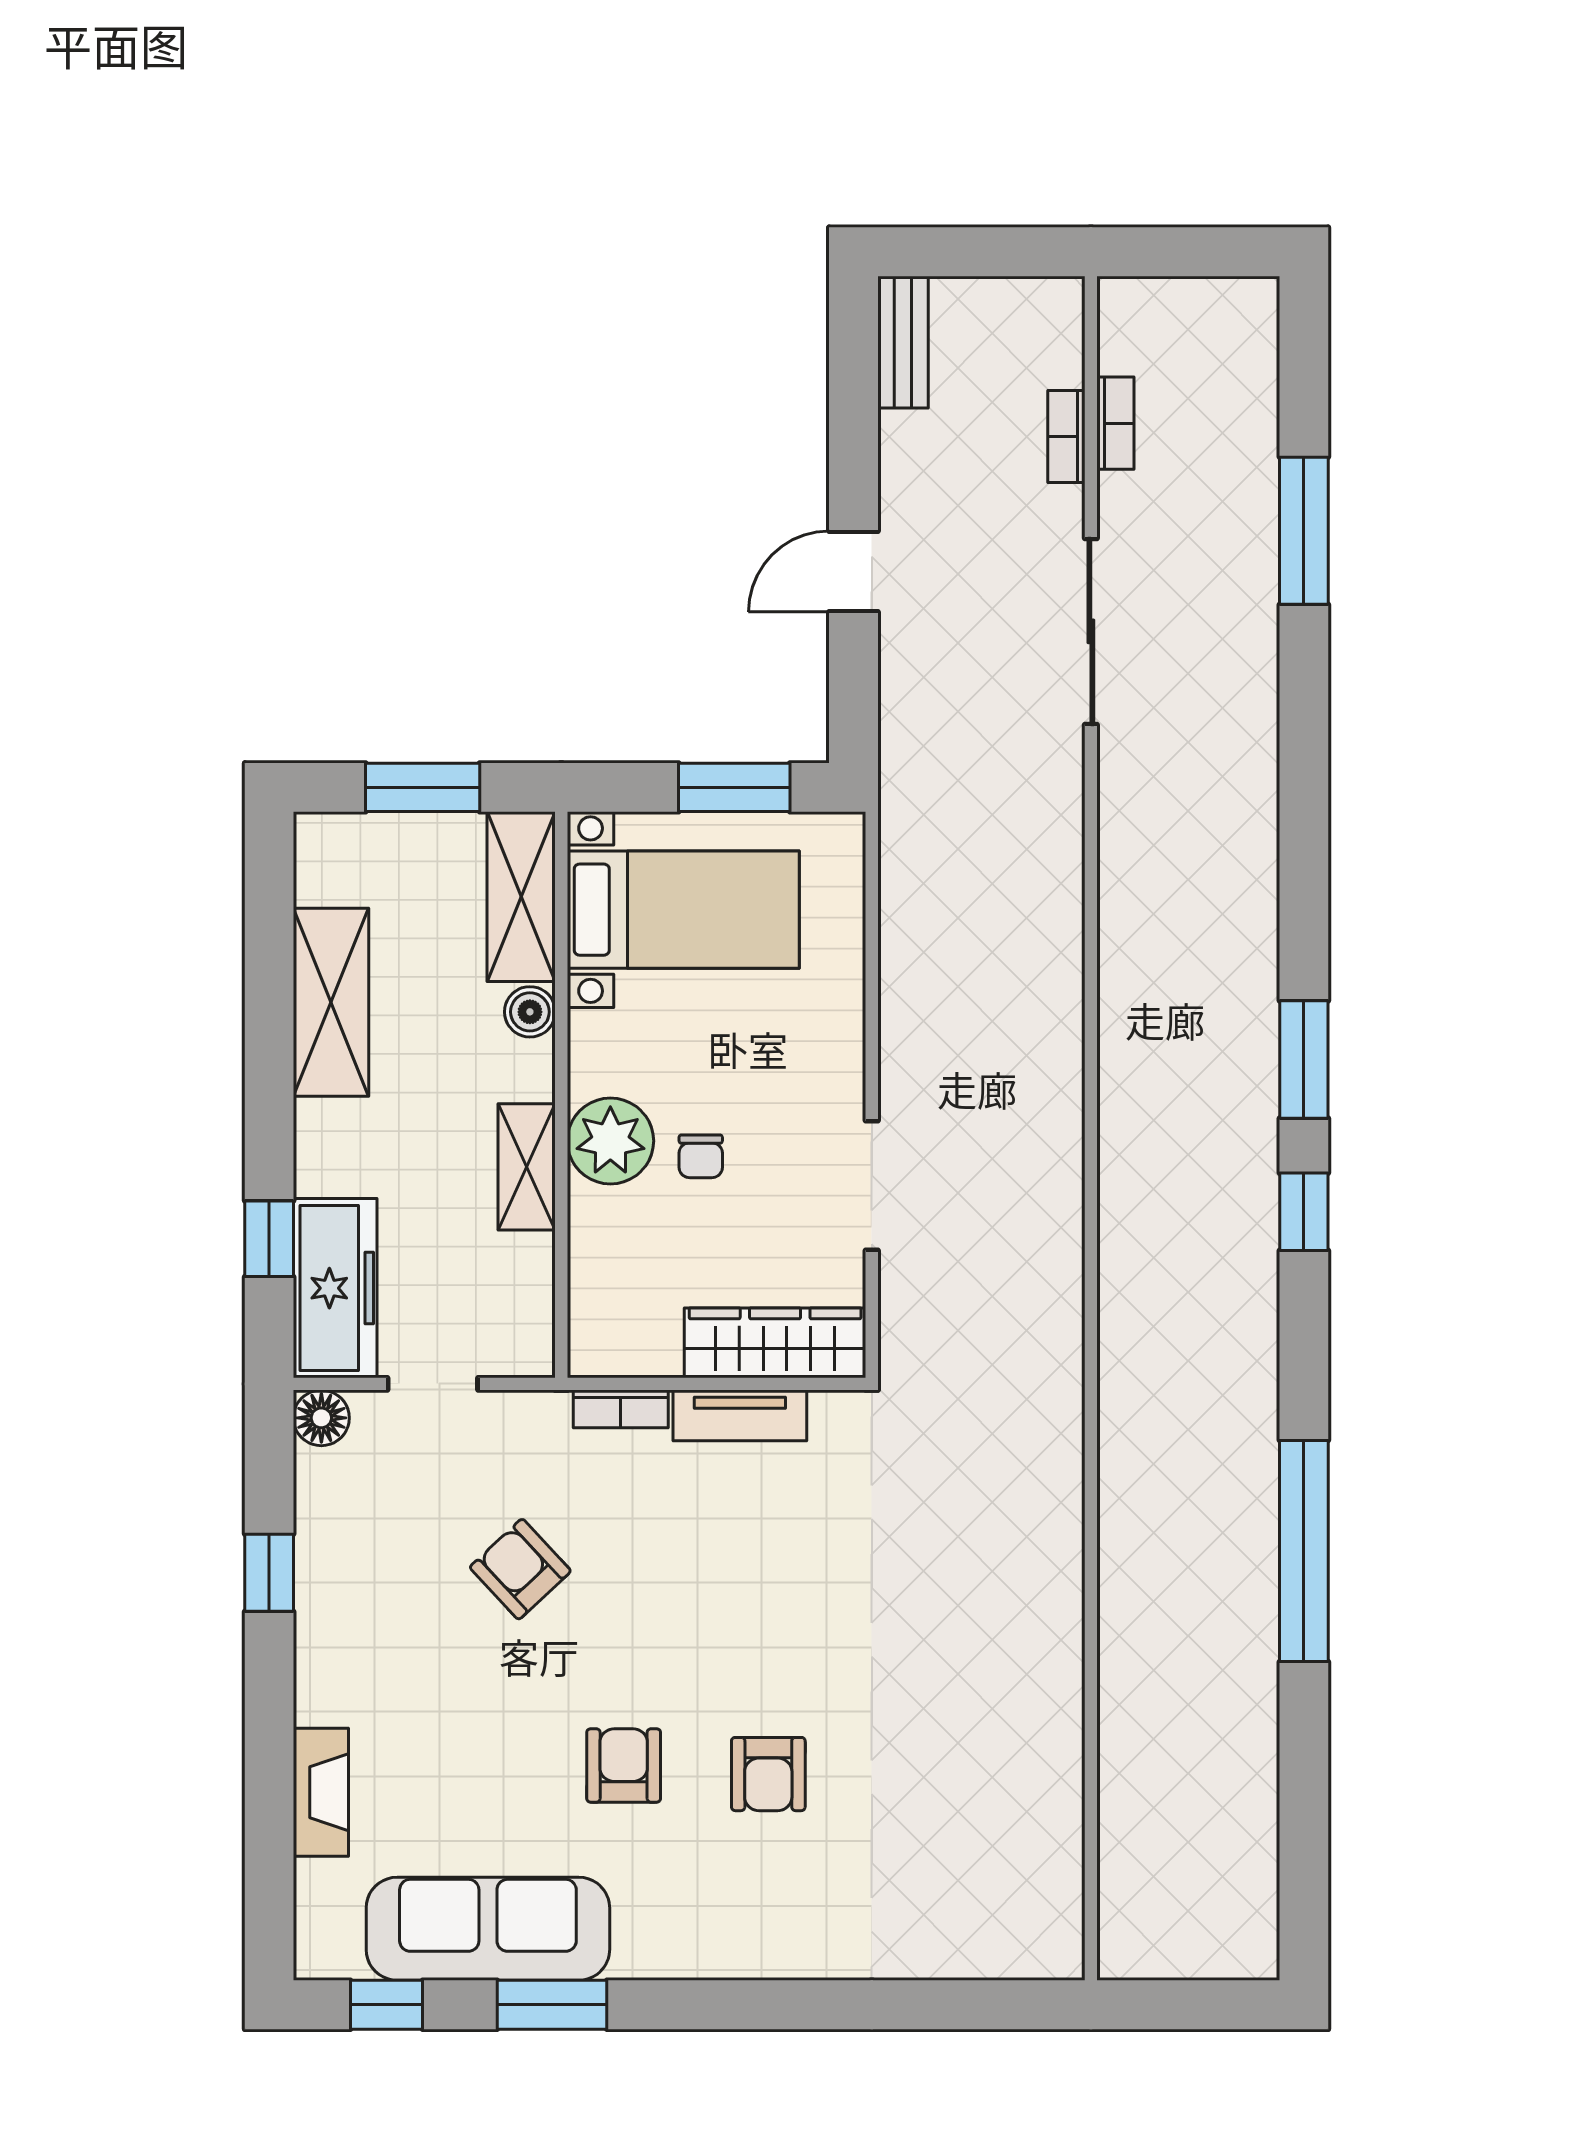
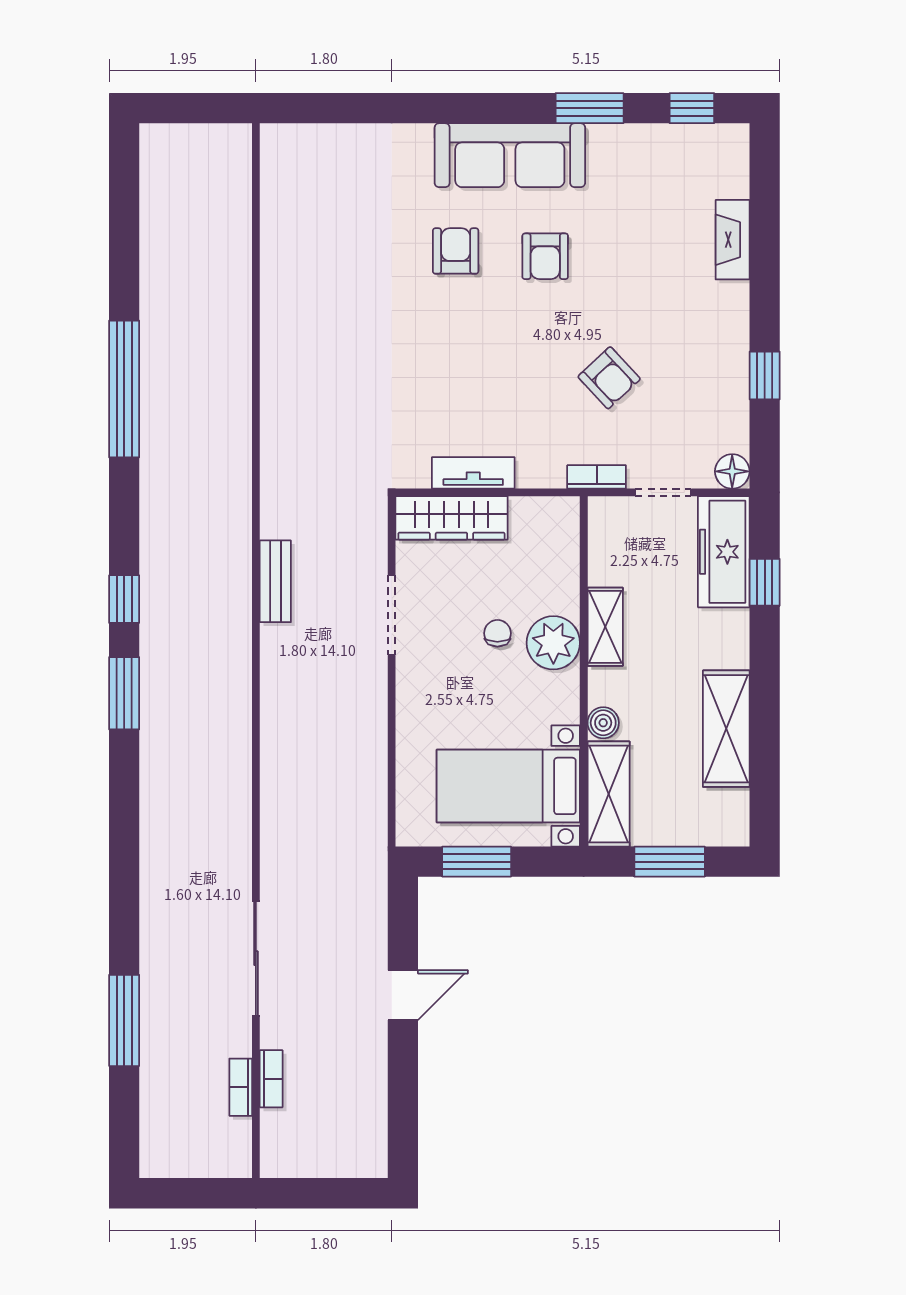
bench: (903, 342) -> (275, 581), moved
bookcase: (621, 1409) -> (597, 477), moved
sofa: (488, 1929) -> (510, 155), moved

